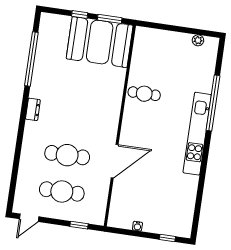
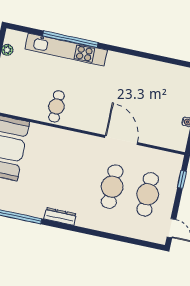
dresser: (33, 109) -> (60, 216), width x1.44
kitchen unit: (197, 134) -> (66, 50), moved

